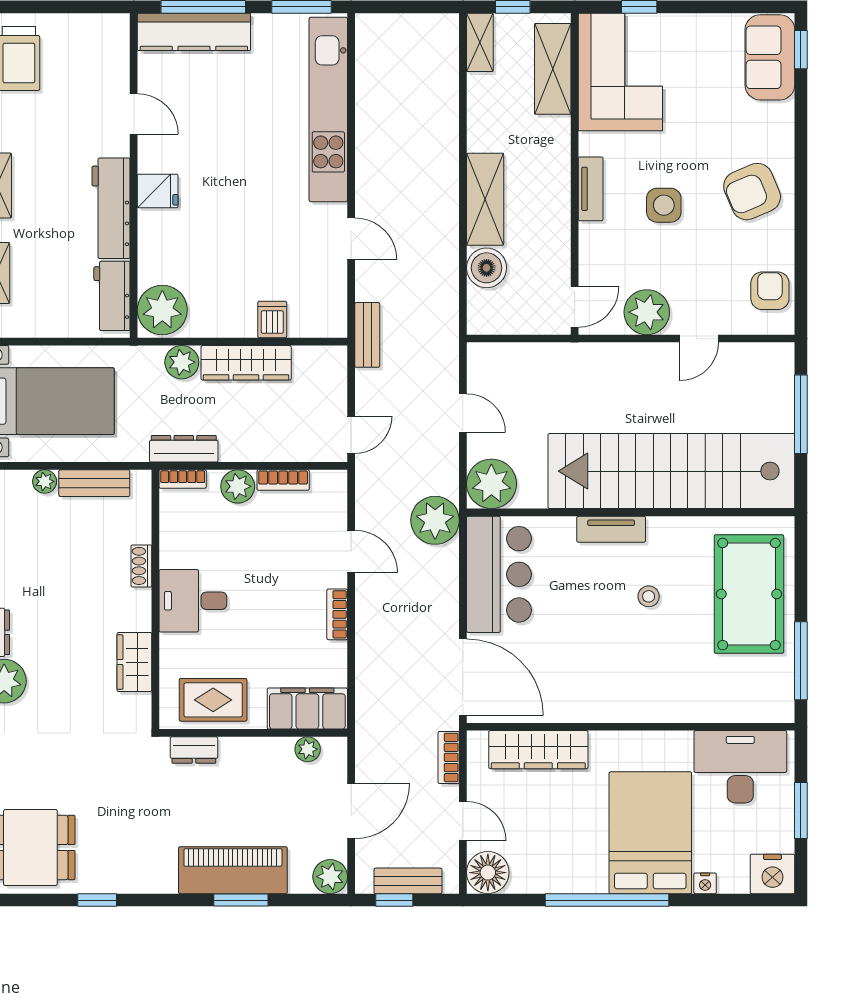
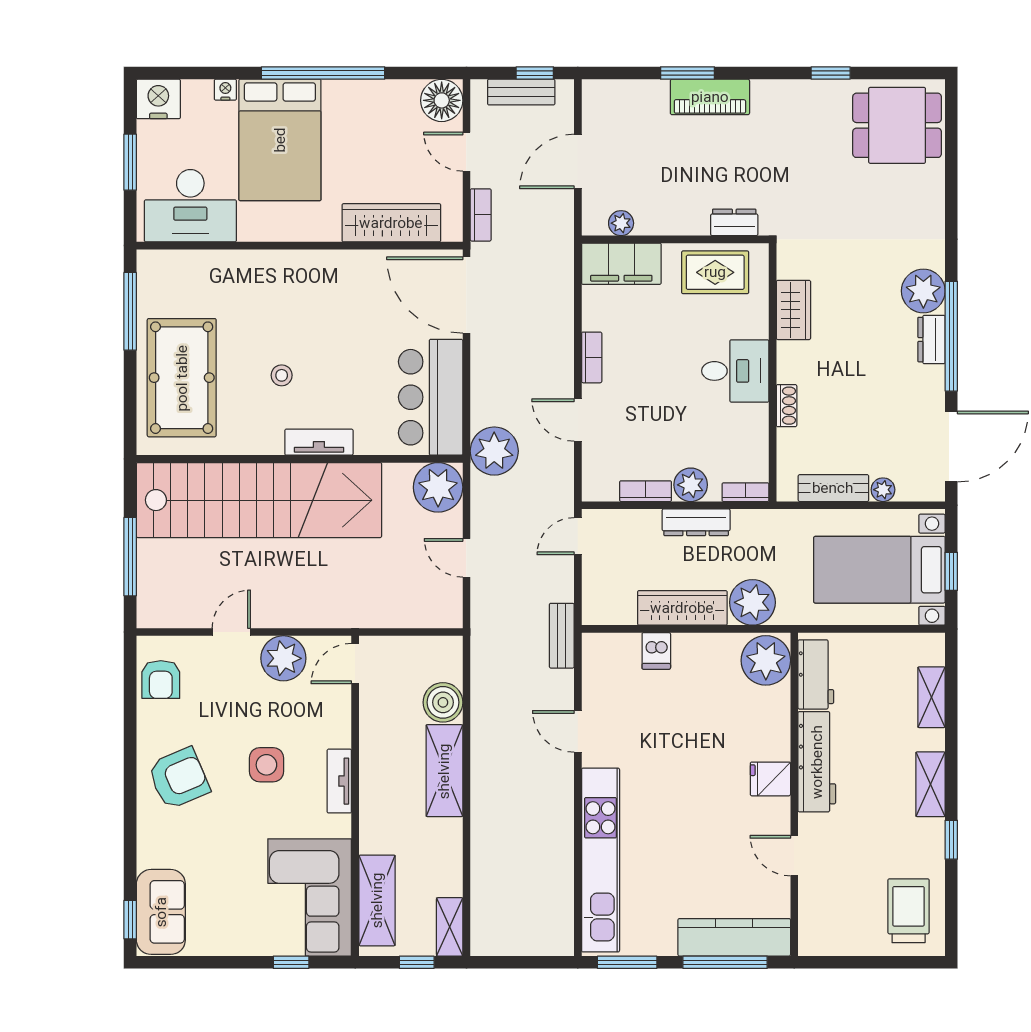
plant: (182, 362) -> (752, 602), width x1.36, depth x1.36
dresser: (184, 449) -> (696, 522), moved
piano: (233, 870) -> (710, 97), width x0.73, depth x0.75
plant: (330, 877) -> (599, 96), removed

